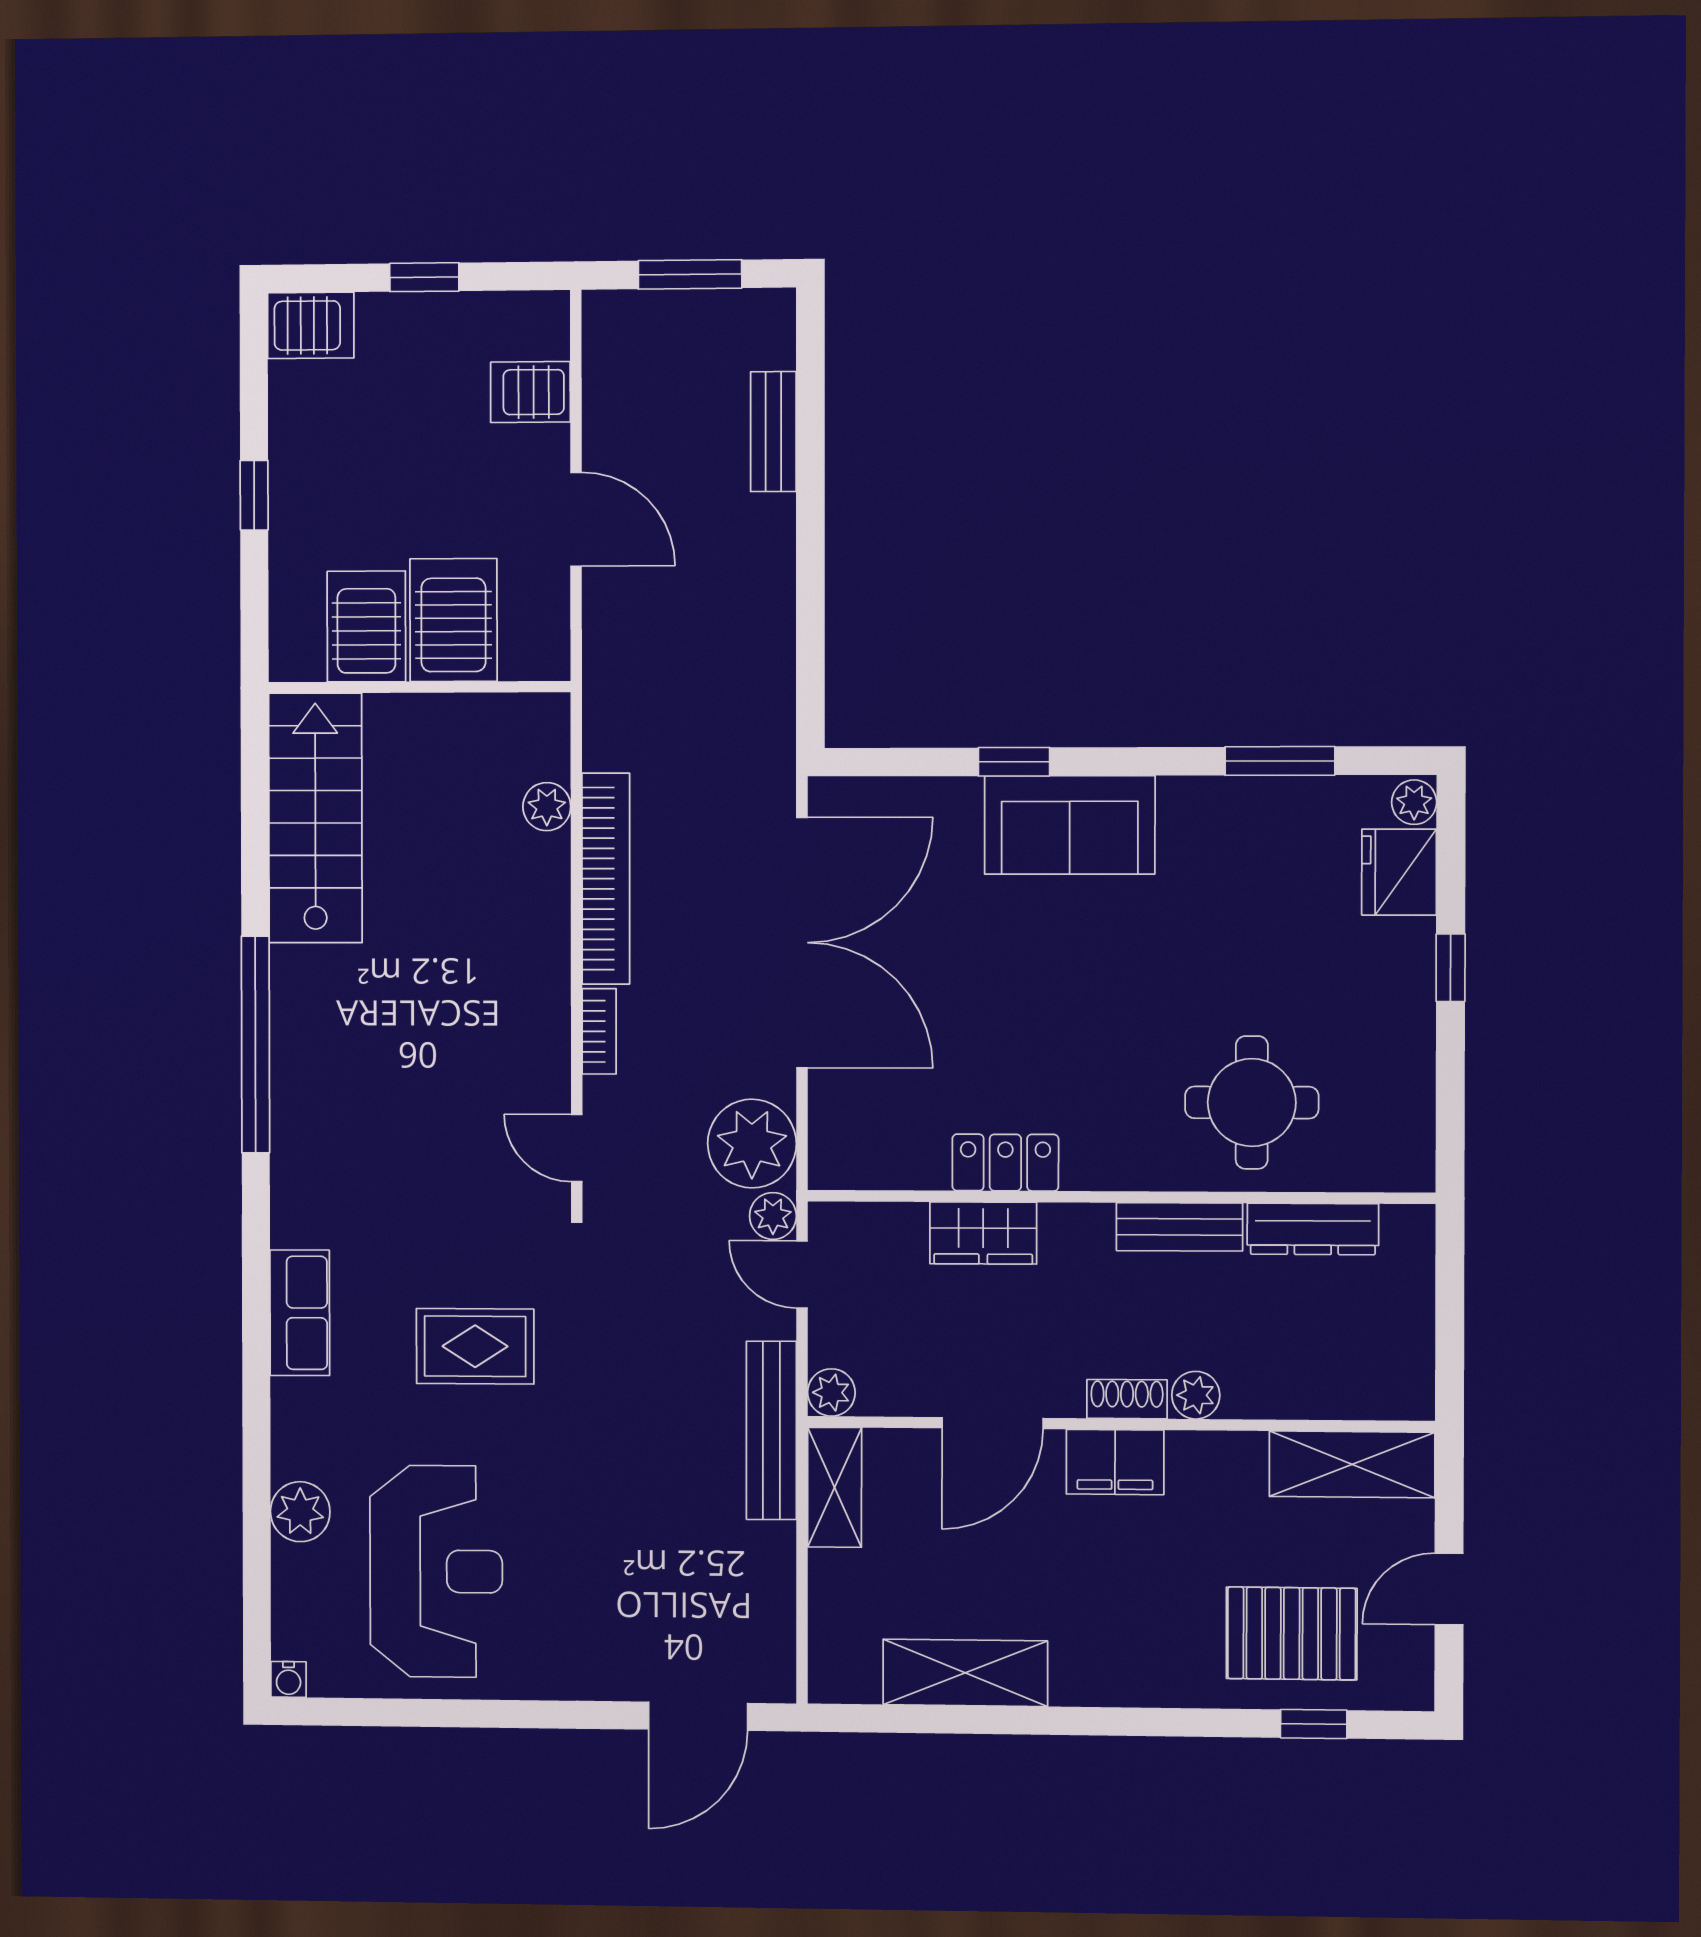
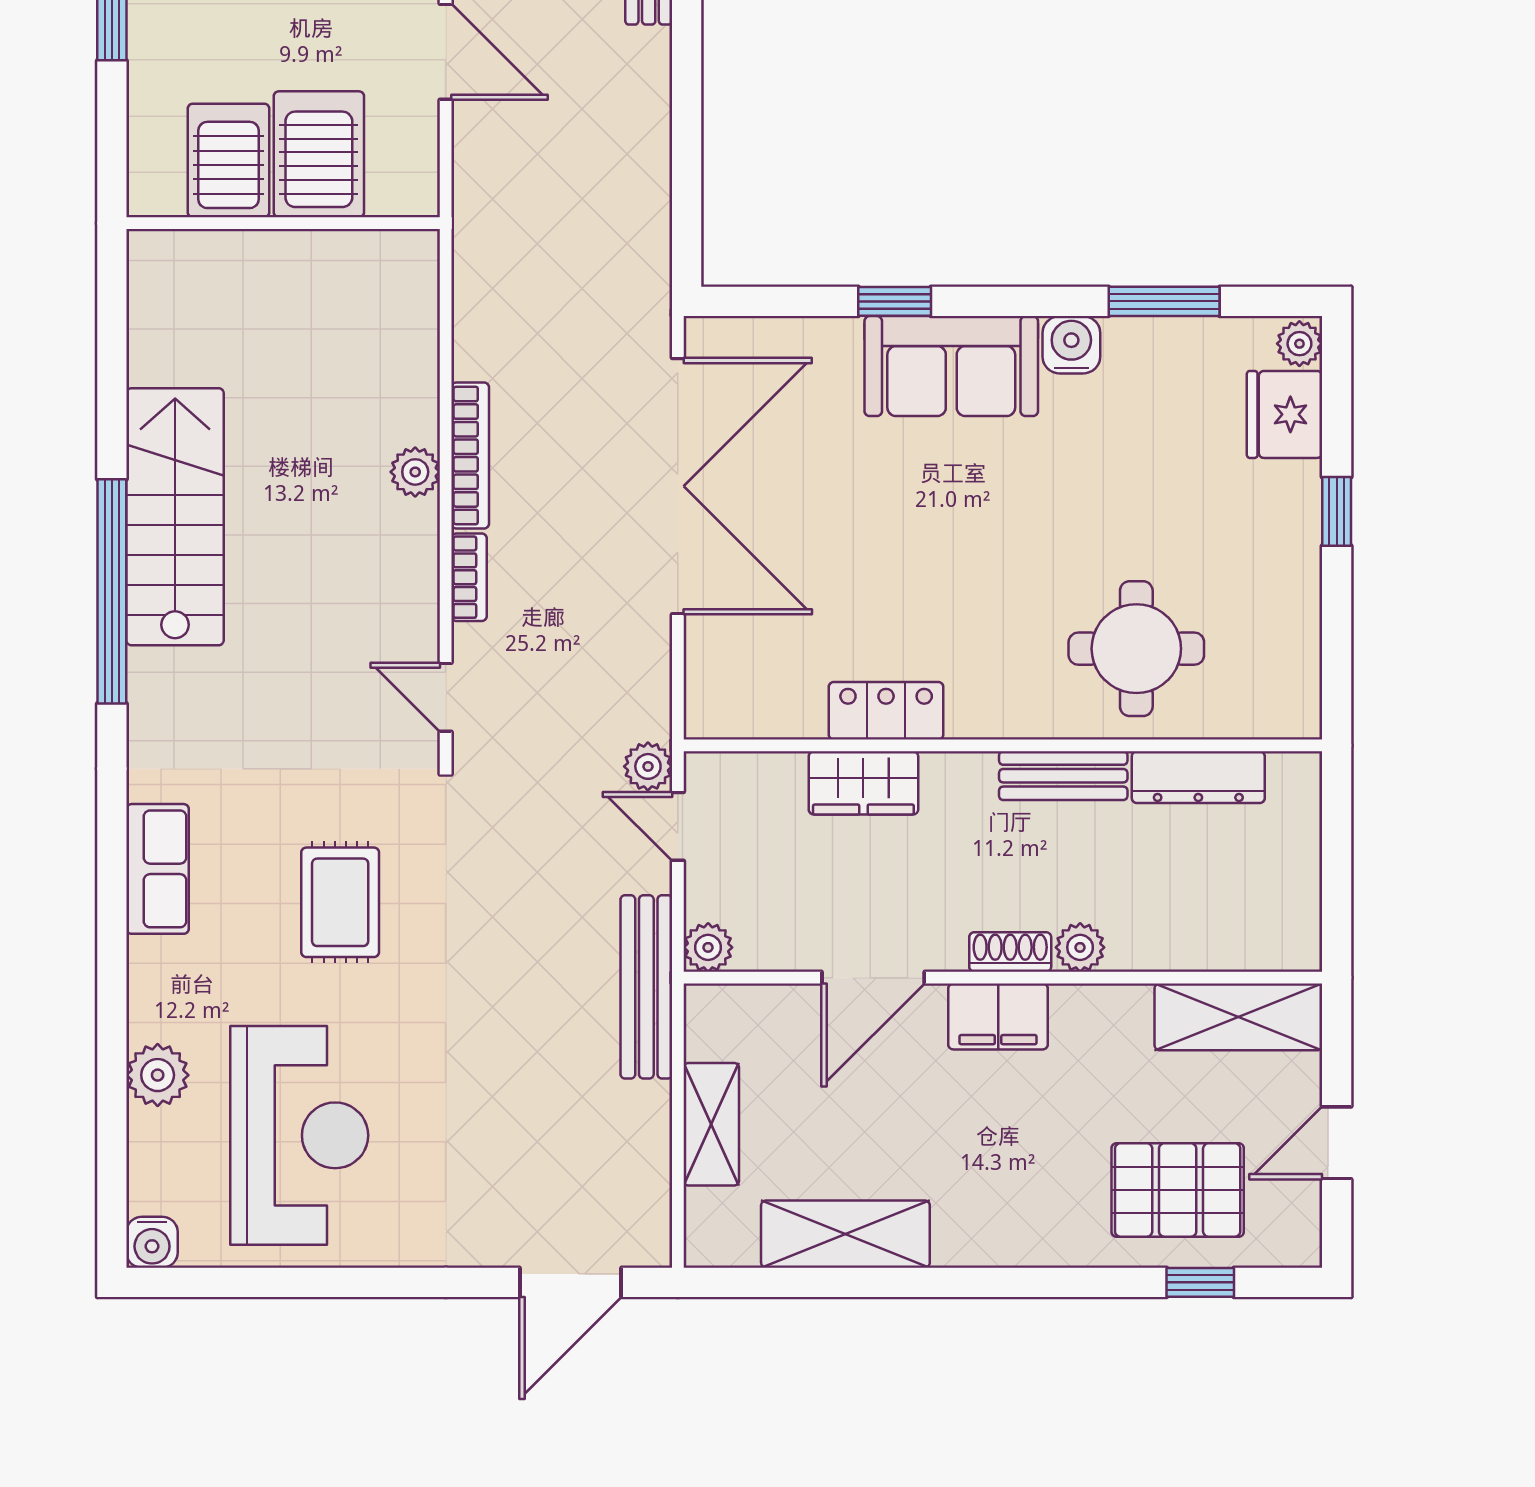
water cooler: (1188, 804) -> (1071, 345), added
plant: (547, 807) -> (415, 472), moved
stairs: (315, 818) -> (175, 517), moved
bookcase: (606, 879) -> (470, 455), width x0.68, depth x0.76
plant: (752, 1144) -> (626, 692), removed
rug: (475, 1346) -> (340, 902), turned 90
shelving: (835, 1487) -> (711, 1124), moved
water cooler: (289, 1679) -> (152, 1242), width x1.38, depth x1.38

